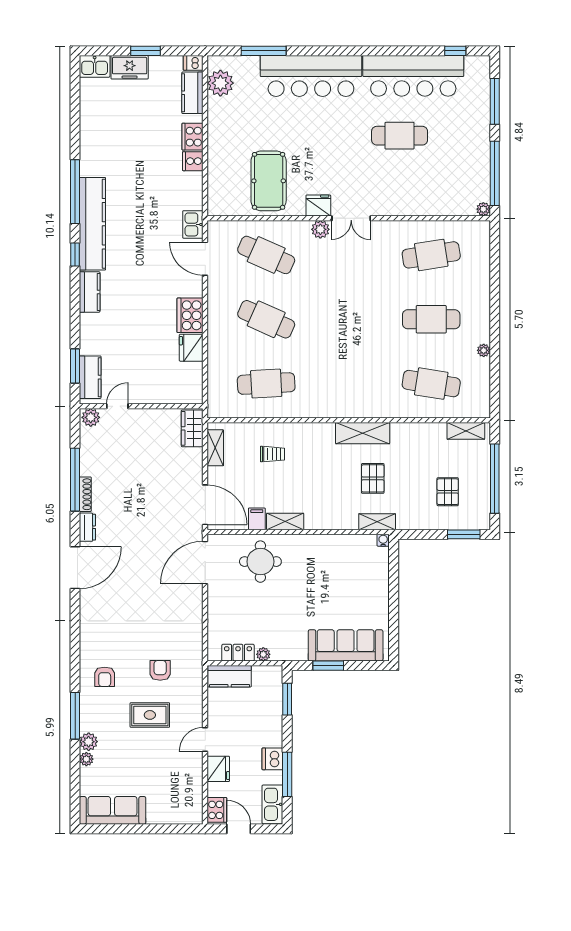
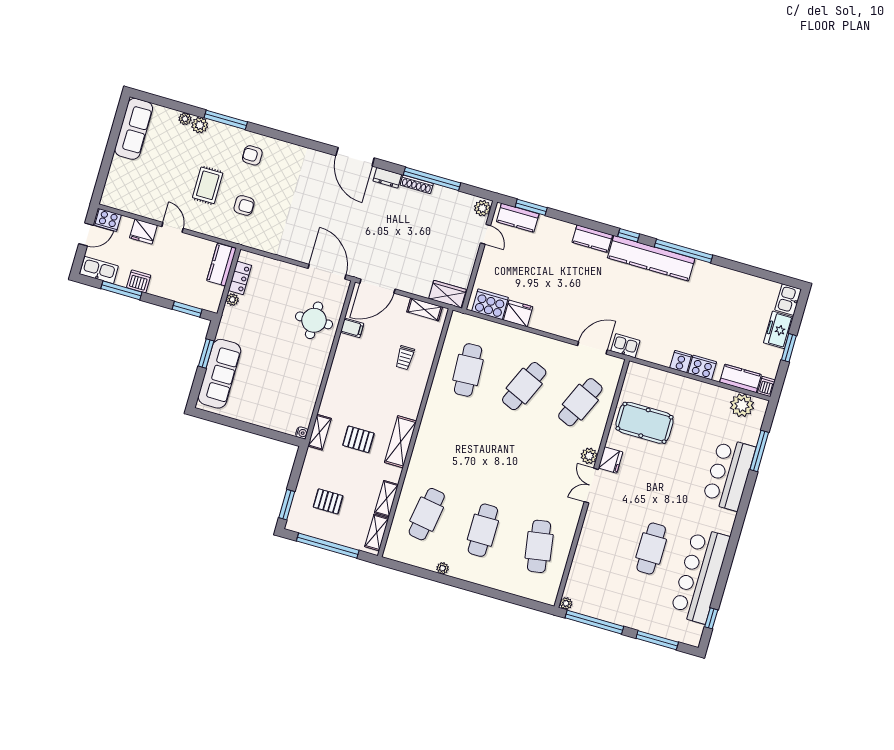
bar counter: (311, 76) -> (729, 474), width x0.73
cooker: (190, 315) -> (490, 304), moved
shelving: (285, 522) -> (386, 499), moved

